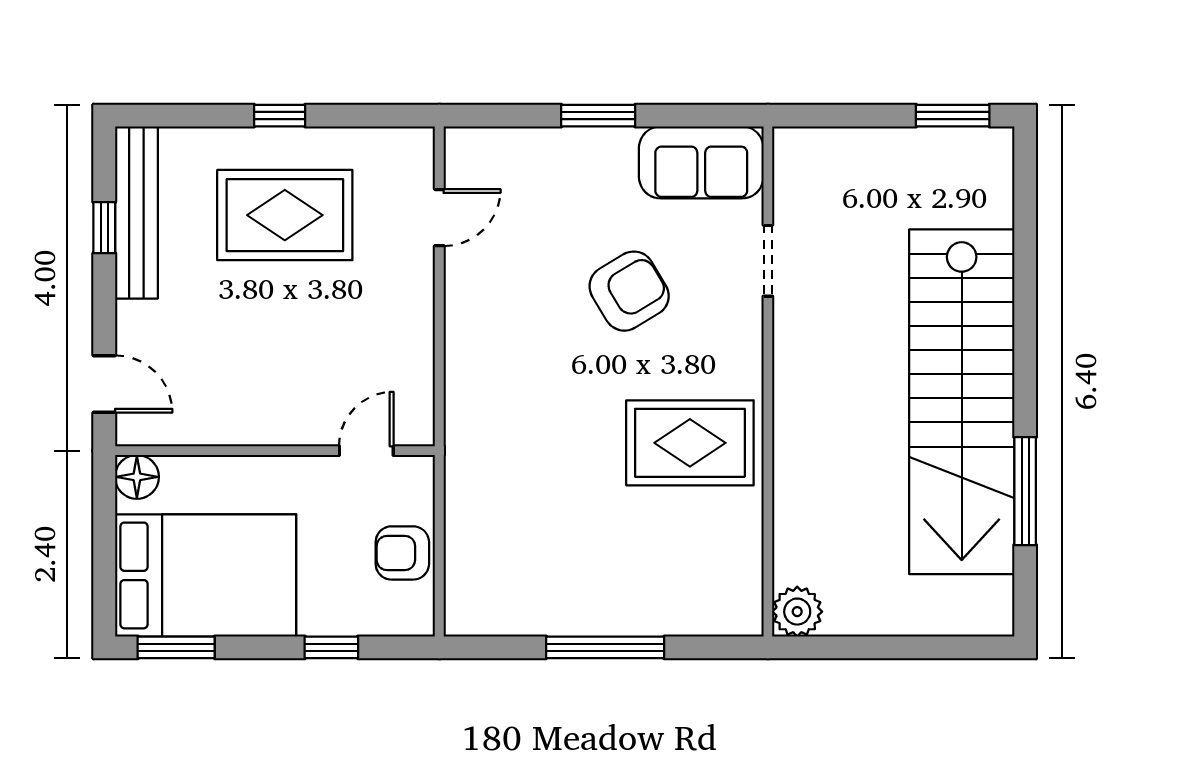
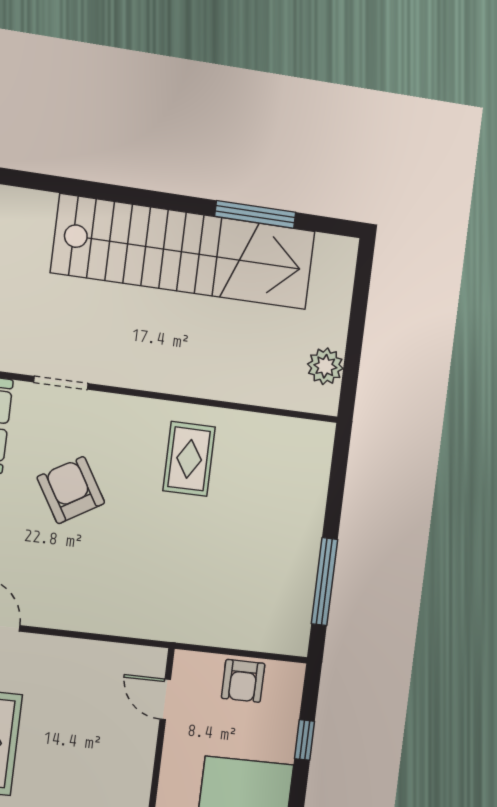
rug: (690, 443) -> (189, 459), width x0.73, depth x0.70
plant: (797, 612) -> (325, 366), moved
window: (605, 647) -> (324, 582), moved

